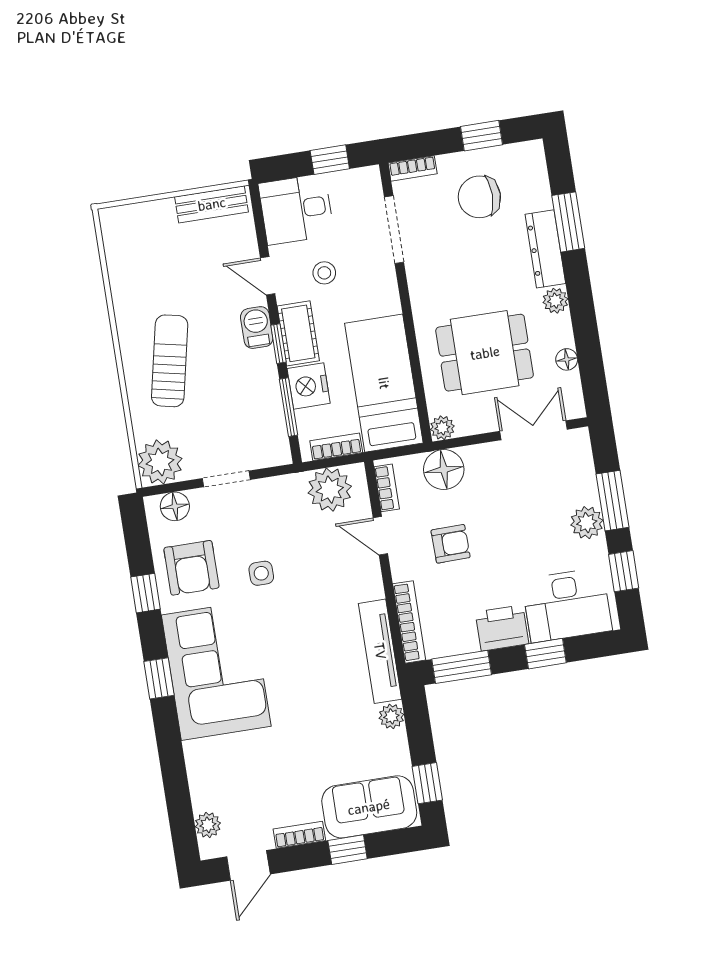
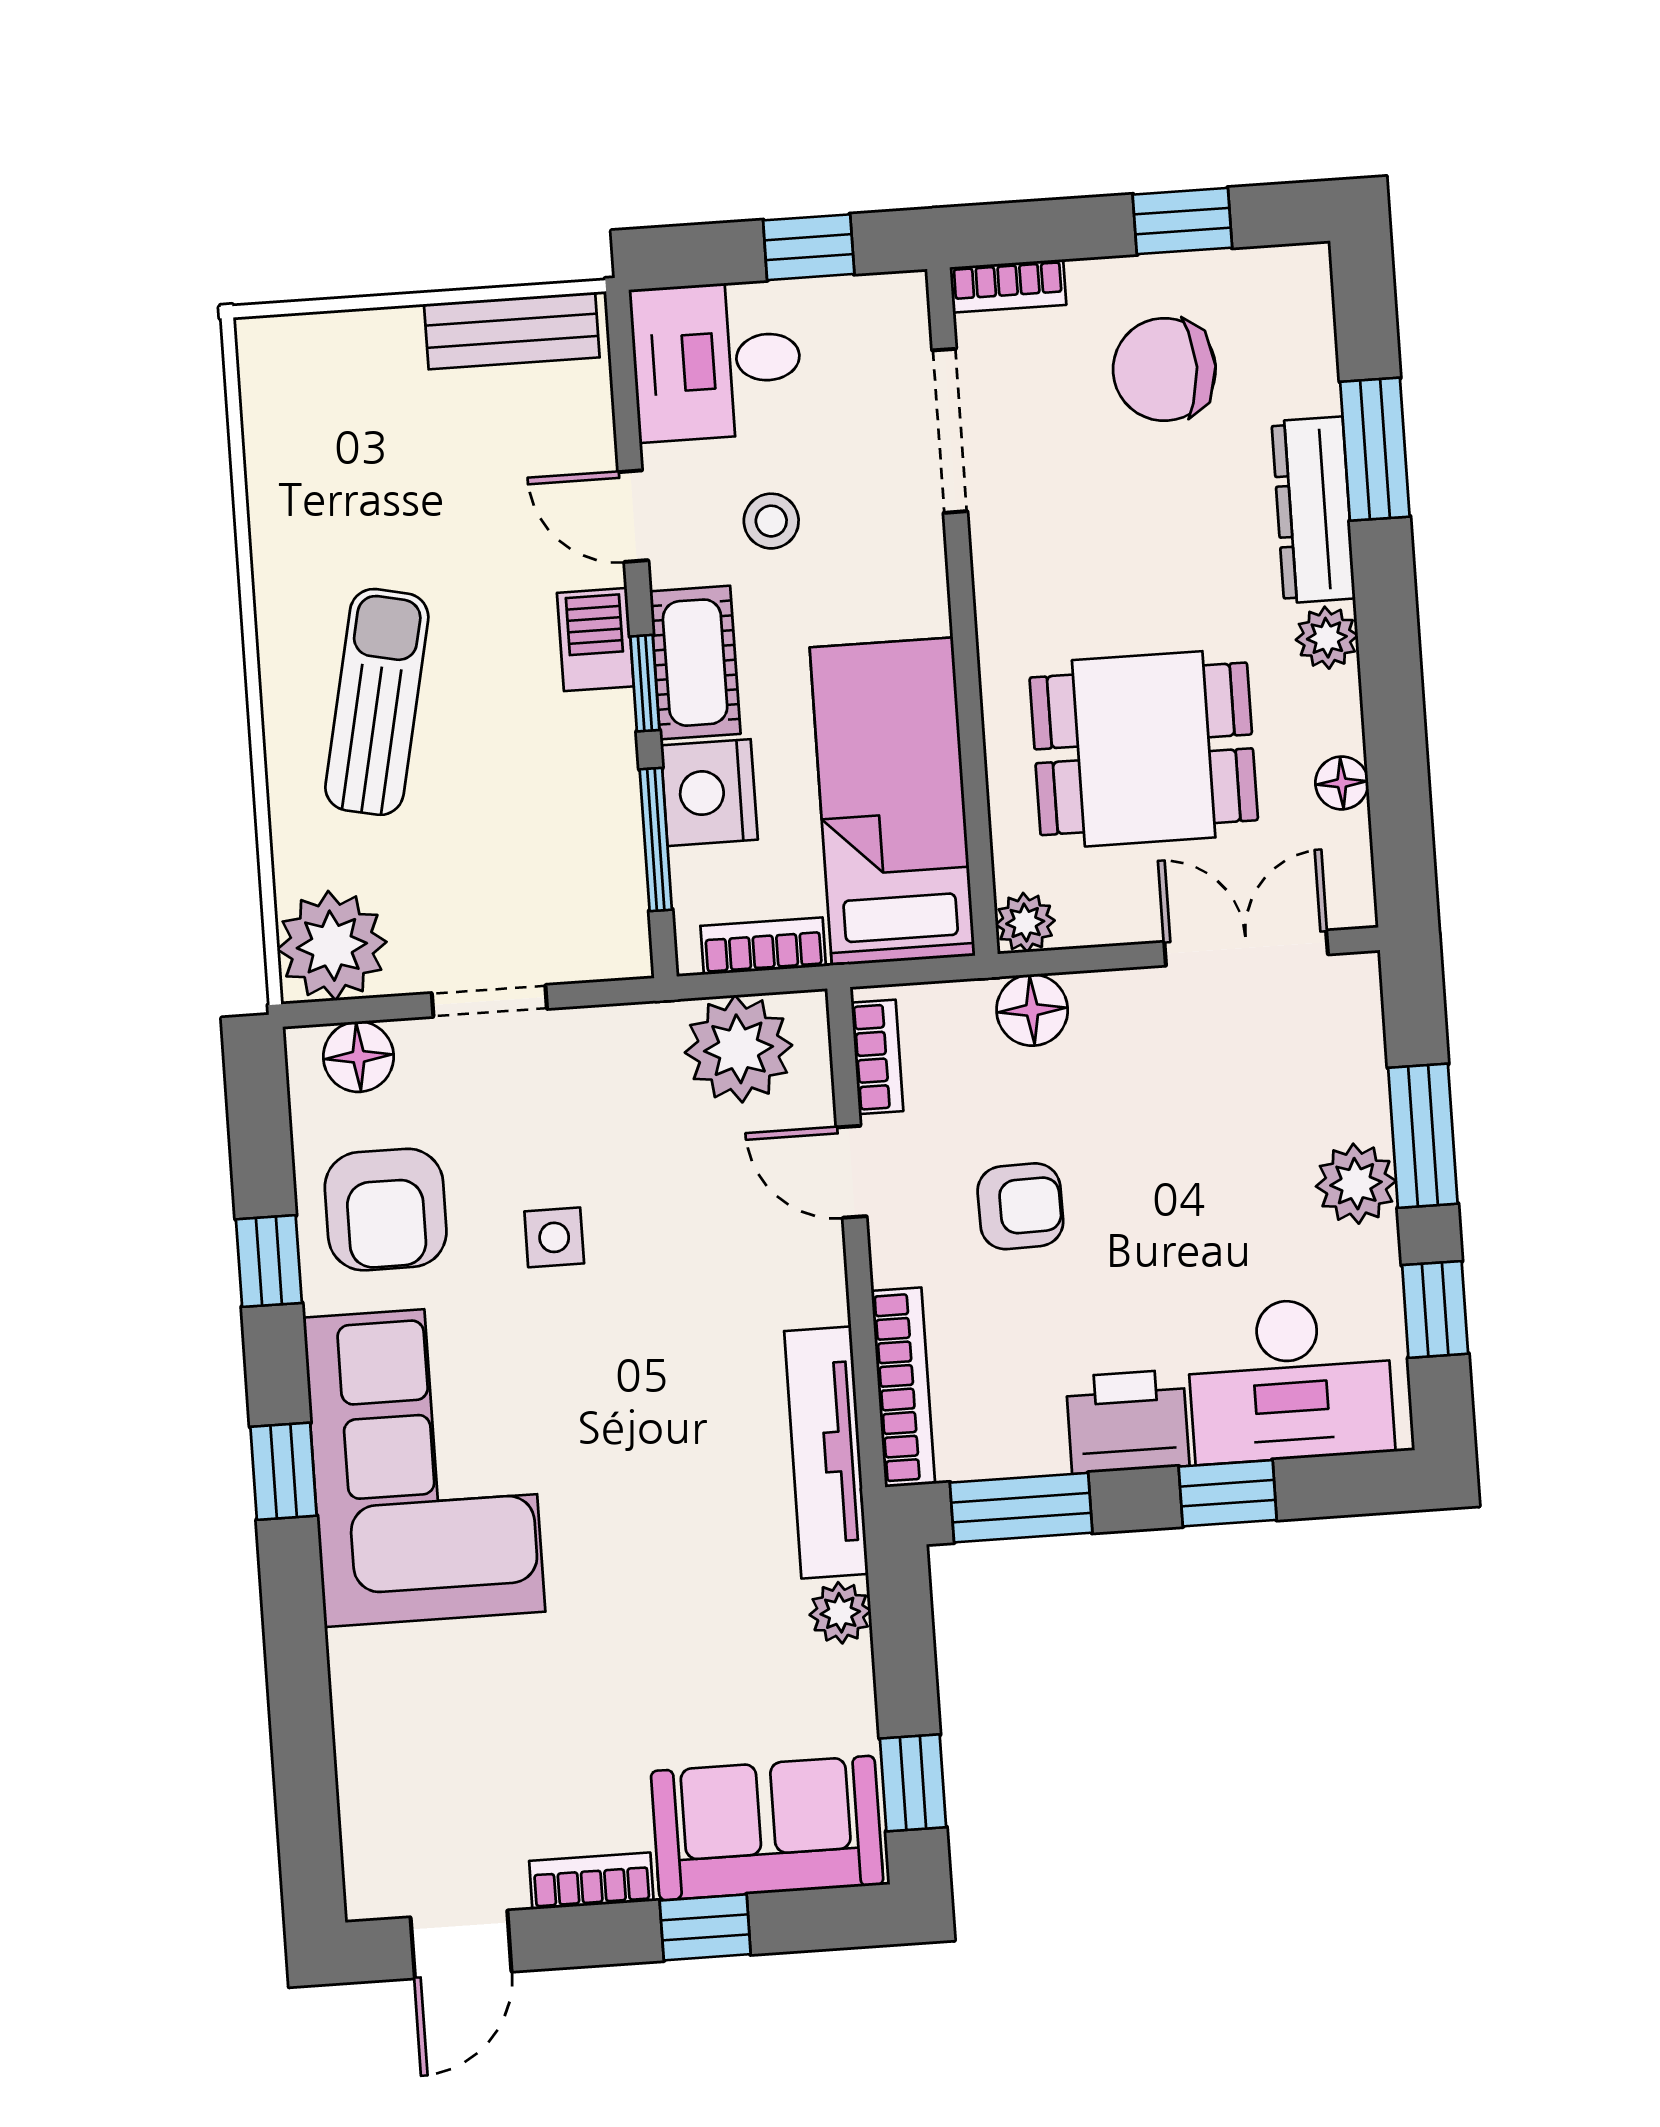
floor lamp: (444, 470) -> (1032, 1010), width x0.73, depth x0.73
plant: (208, 825) -> (371, 1838), removed

